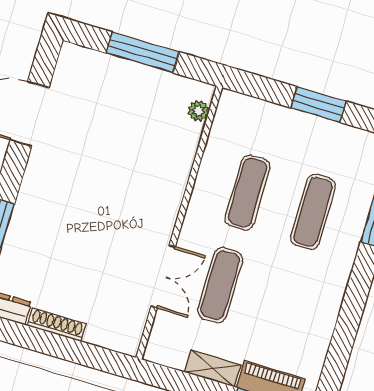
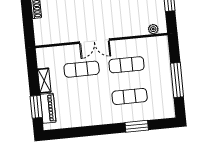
window: (319, 105) -> (177, 80), width x1.44
double door: (163, 277) -> (94, 41), moved

